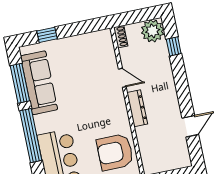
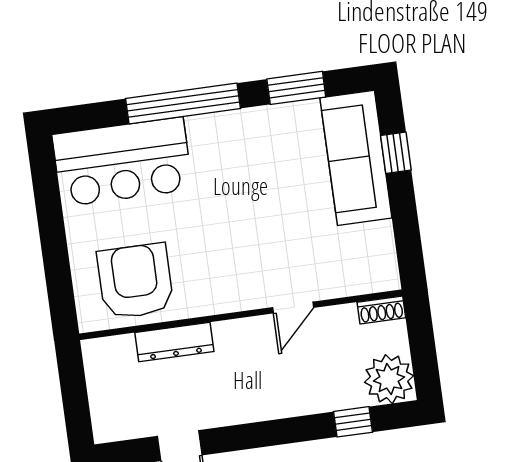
window: (20, 83) -> (296, 88), width x0.69
sofa: (39, 83) -> (356, 158), moved, turned 90
dresser: (137, 108) -> (174, 342), moved

